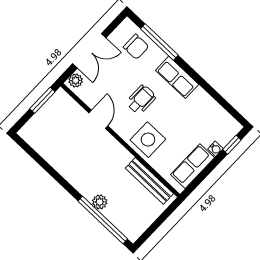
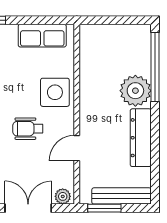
water cooler: (215, 149) -> (10, 30), removed
dresser: (66, 167) -> (141, 138), added
bench: (149, 181) -> (122, 196), moved, turned 90
plant: (100, 202) -> (135, 91), width x1.87, depth x1.87

